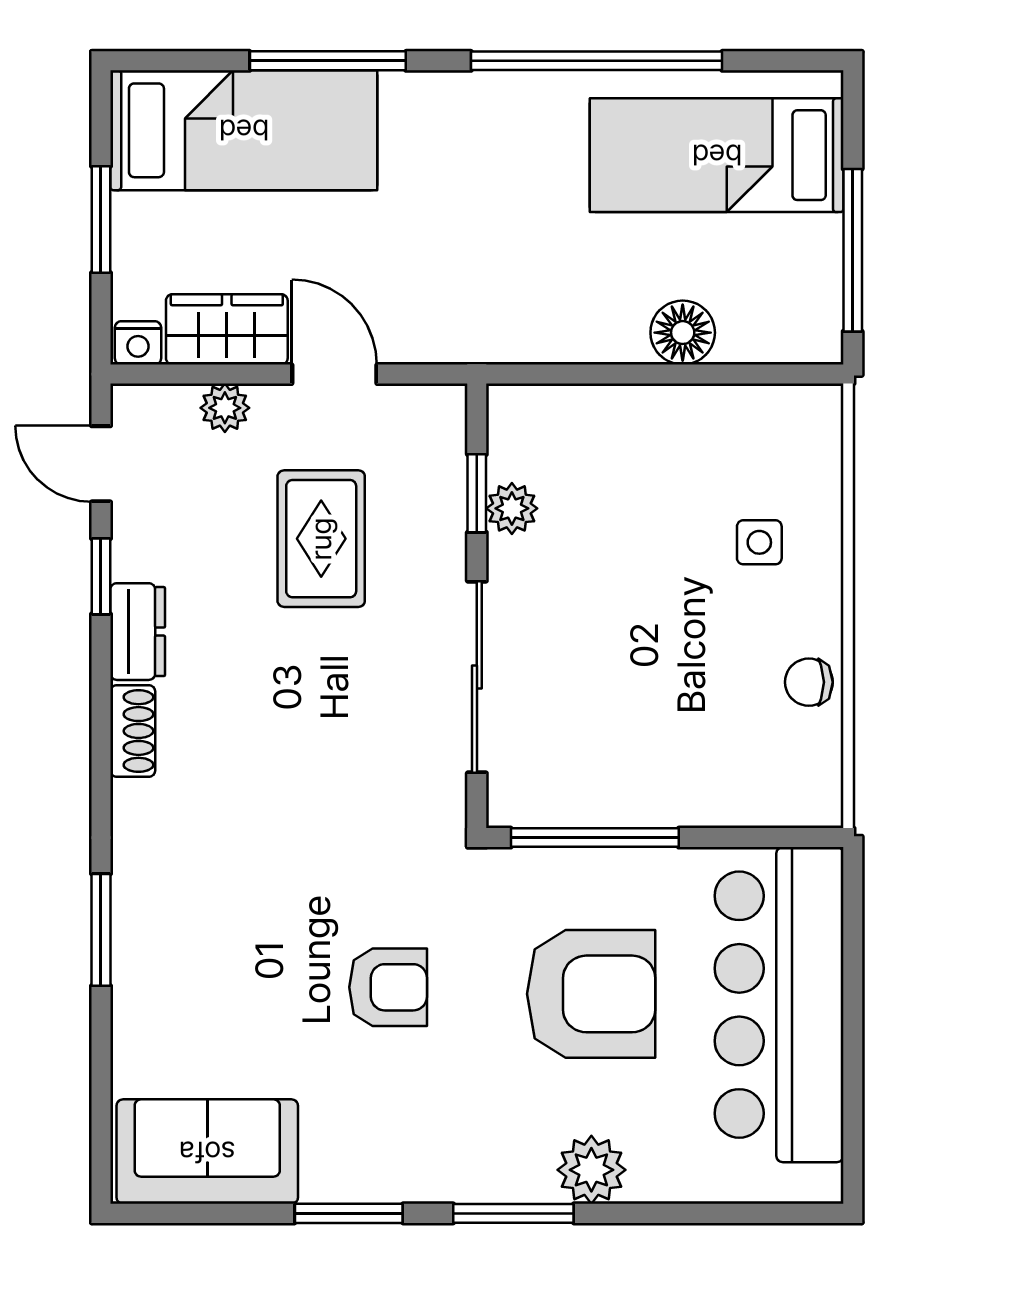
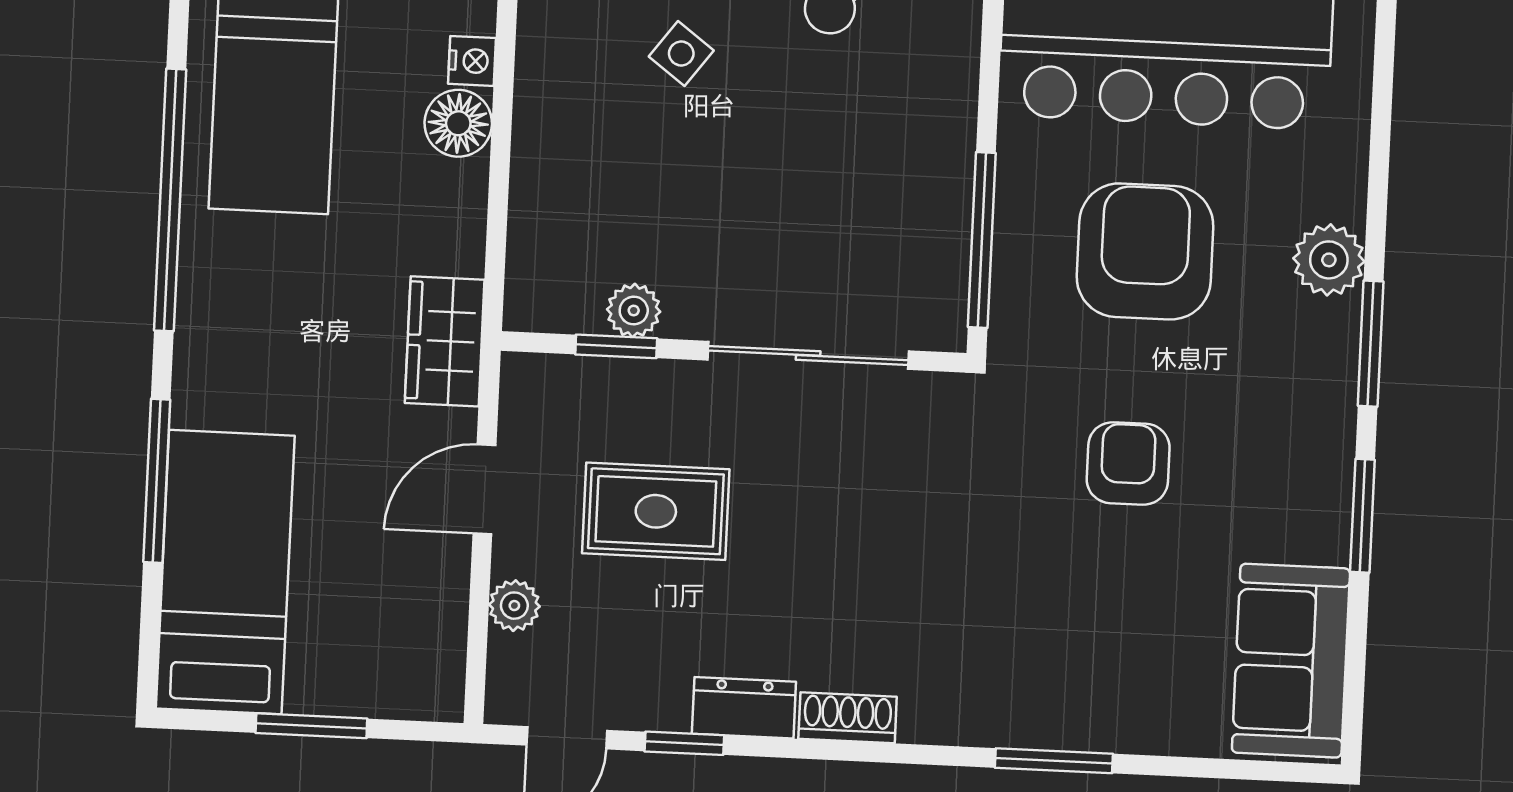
wardrobe: (227, 329) -> (445, 341), moved
nightstand: (138, 343) -> (472, 61), moved
side table: (759, 542) -> (681, 54), turned 37

